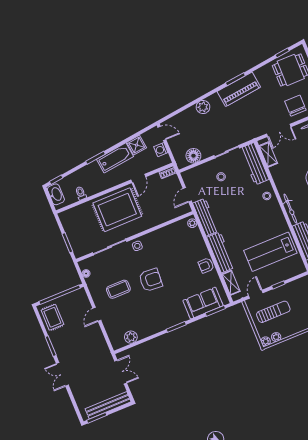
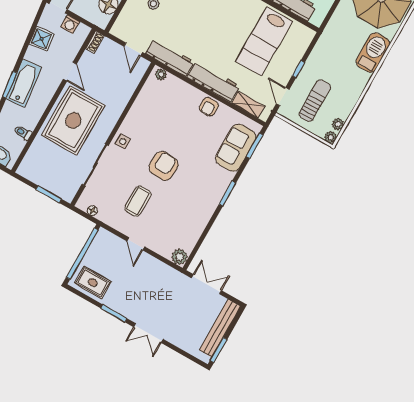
bathtub: (115, 158) -> (24, 83), moved
plant: (131, 337) -> (179, 257), moved

